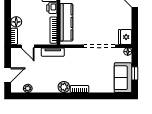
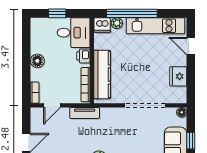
floor lamp: (16, 22) -> (37, 61), moved
fridge: (125, 37) -> (178, 76), moved
door: (28, 46) -> (52, 105), hinge flipped

